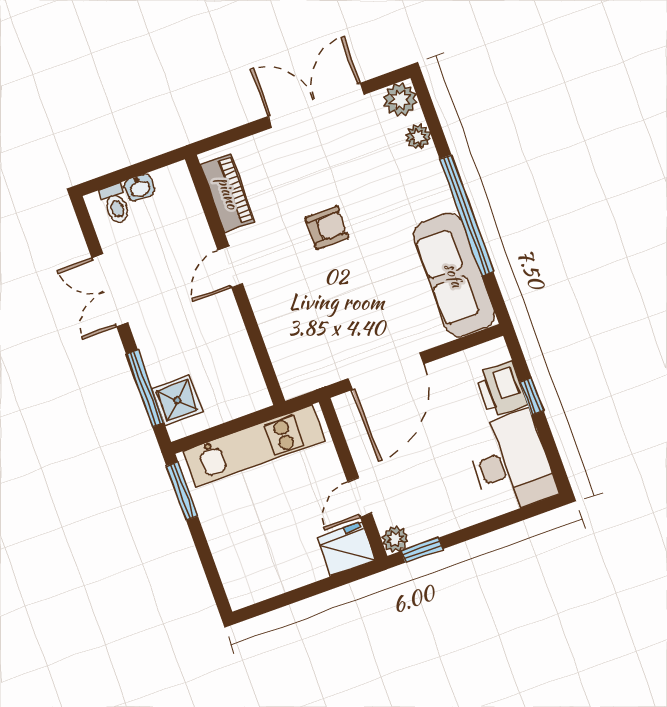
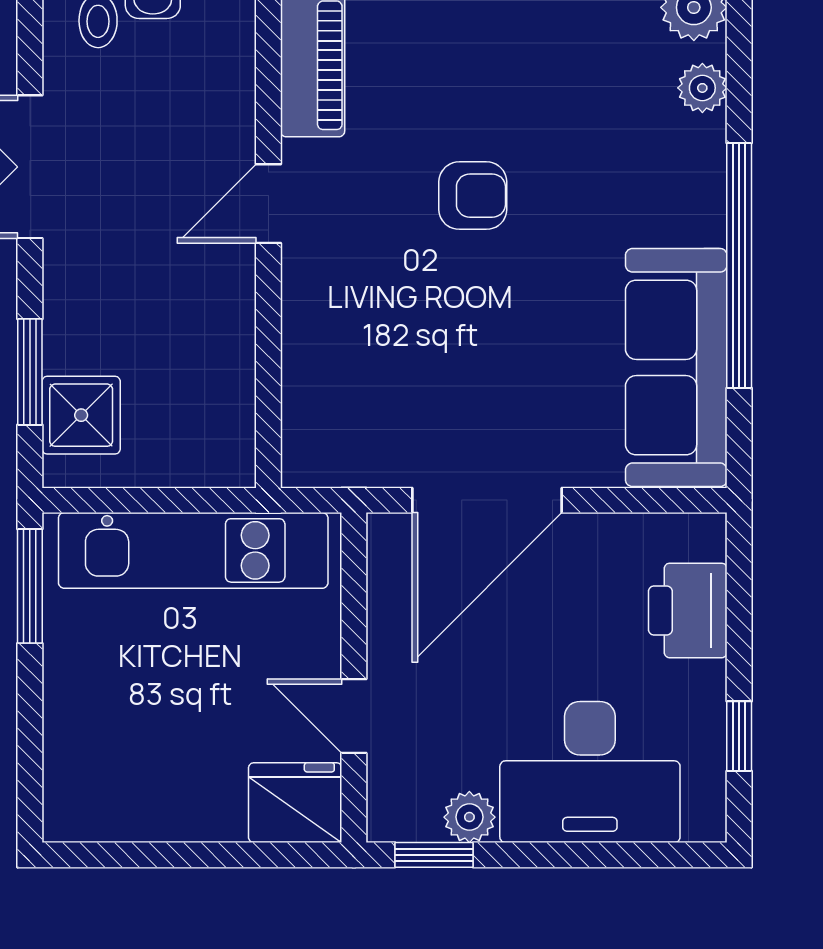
window: (145, 388) -> (30, 372), width x0.69
window: (532, 396) -> (739, 736), moved
desk: (511, 463) -> (590, 772), moved, turned 90
door: (360, 497) -> (354, 716), hinge flipped
plant: (395, 539) -> (469, 817), moved

